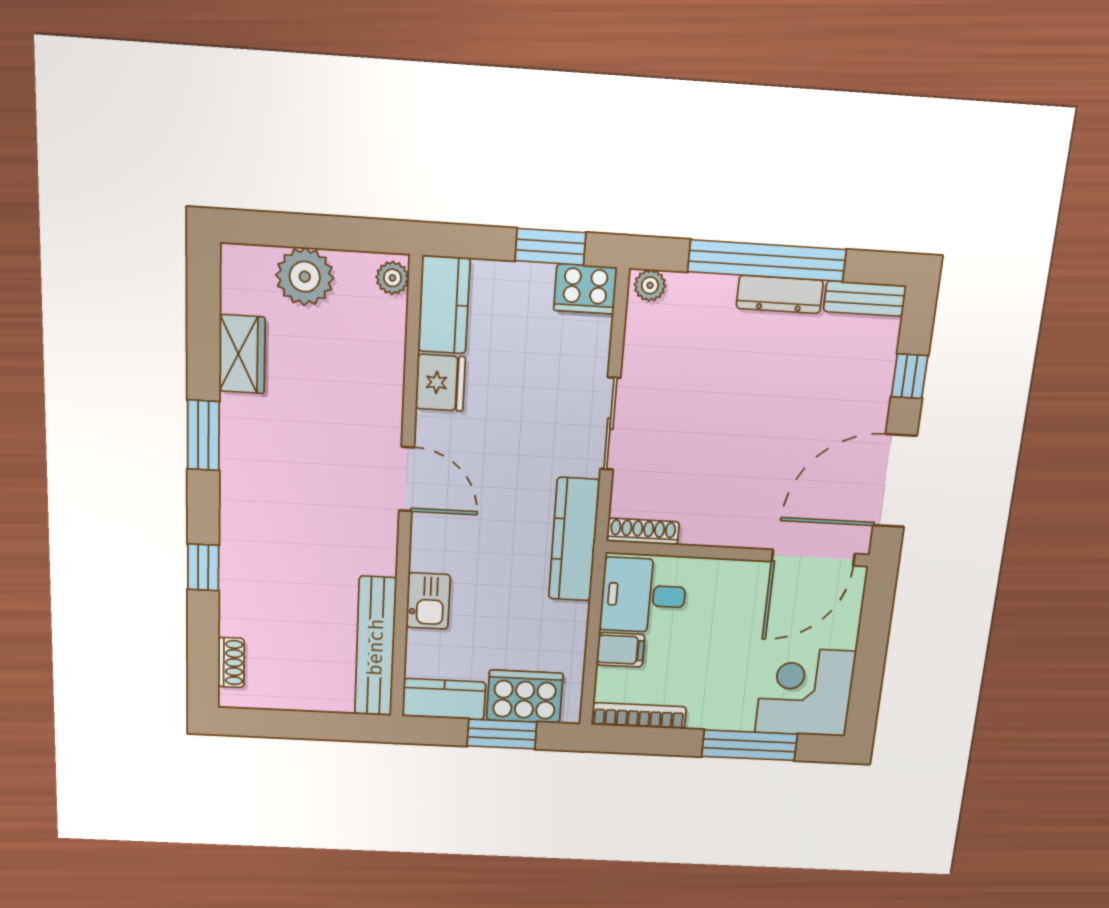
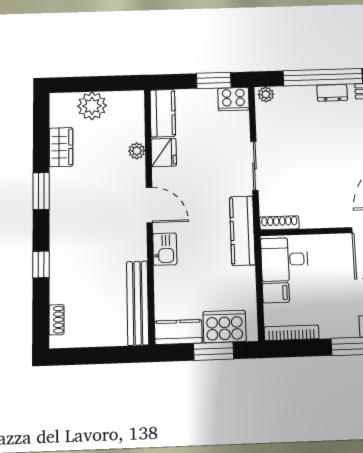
plant: (392, 278) -> (137, 151), moved
dresser: (780, 294) -> (332, 93), width x0.70
kitchen sink: (428, 601) -> (165, 249), moved

